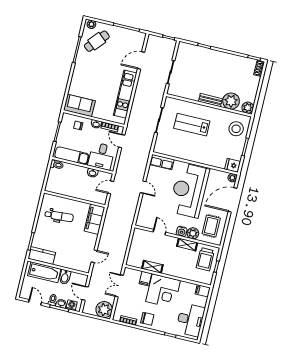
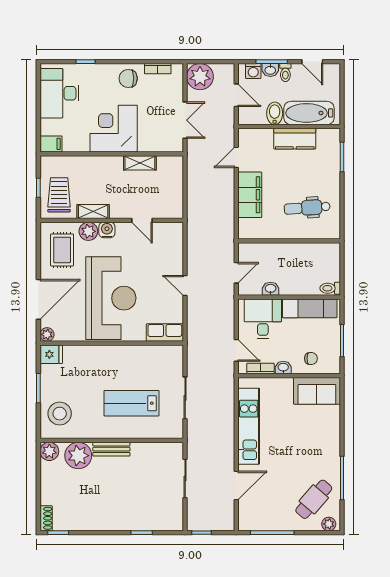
lab bench: (192, 125) -> (131, 403), turned 180
filing cabinet: (94, 219) -> (250, 195), moved
kitchen counter: (42, 256) -> (295, 139), moved
filing cabinet: (145, 279) -> (147, 141), removed

